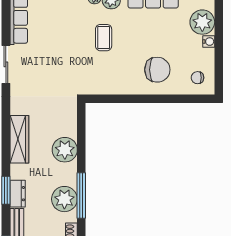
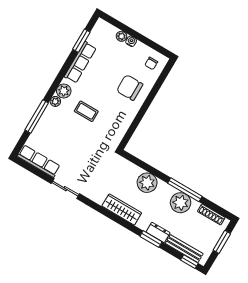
plant: (202, 22) -> (122, 36), width x0.53, depth x0.53
chair: (157, 70) -> (130, 88), turned -90

